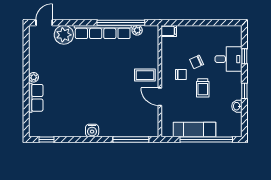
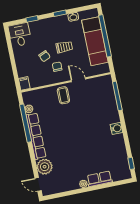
desk: (228, 59) -> (20, 35), moved
door: (160, 97) -> (78, 80), swing flipped
exam couch: (194, 130) -> (95, 41), width x1.36, depth x1.45

